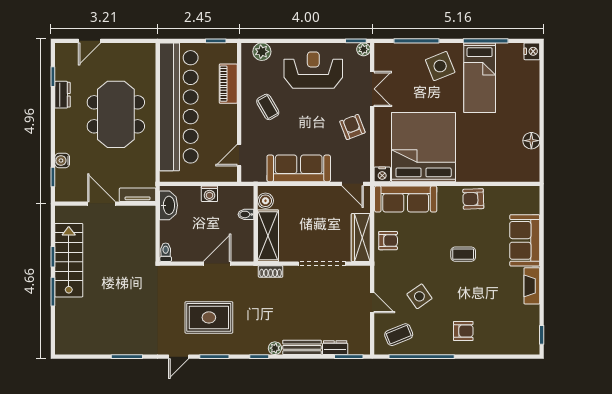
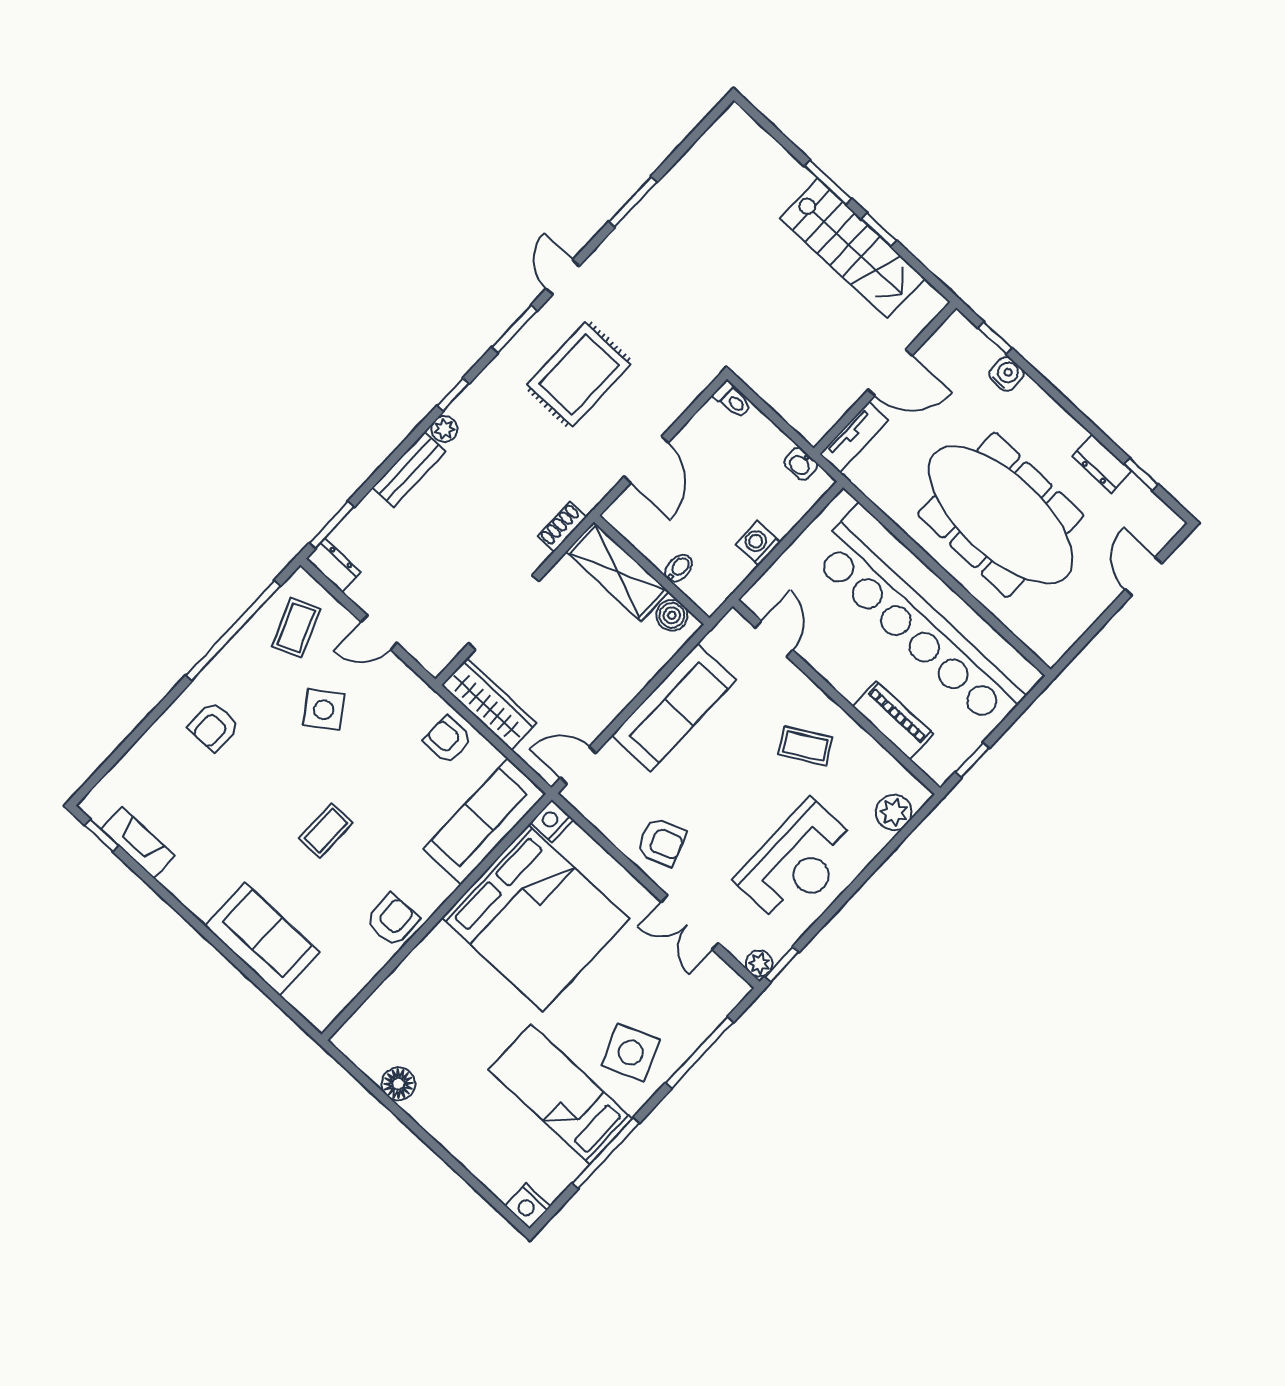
meeting table: (116, 114) -> (1001, 515), width x1.36
washbasin: (168, 205) -> (801, 464), width x0.52, depth x0.69
armchair: (388, 241) -> (448, 740), turned 90
fireplace: (532, 286) -> (138, 842), moved
dresser: (335, 348) -> (334, 565), moved, turned -90

